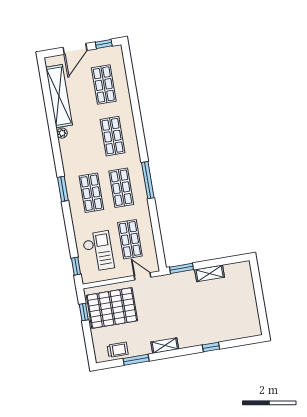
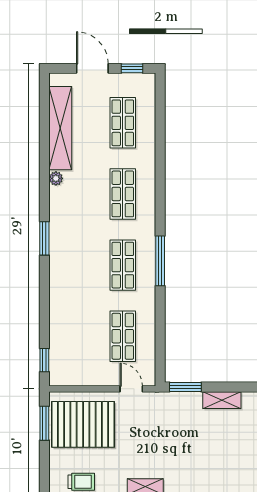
door: (75, 49) -> (92, 68), swing flipped
window: (63, 189) -> (44, 238), moved
shop shelf: (91, 193) -> (82, 265), removed
checkout: (98, 251) -> (77, 345), removed
window: (84, 312) -> (44, 423), width x1.50

